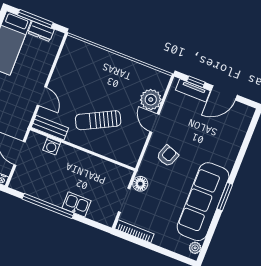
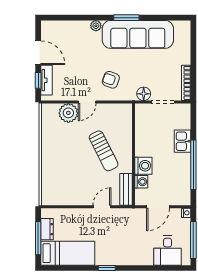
washing machine: (67, 155) -> (143, 166), added
plant: (195, 248) -> (96, 26), moved

